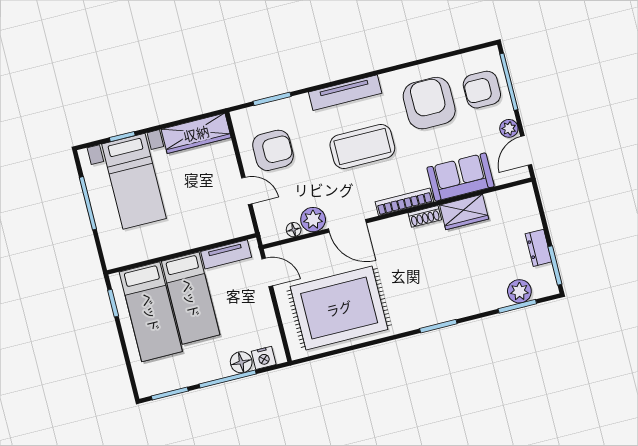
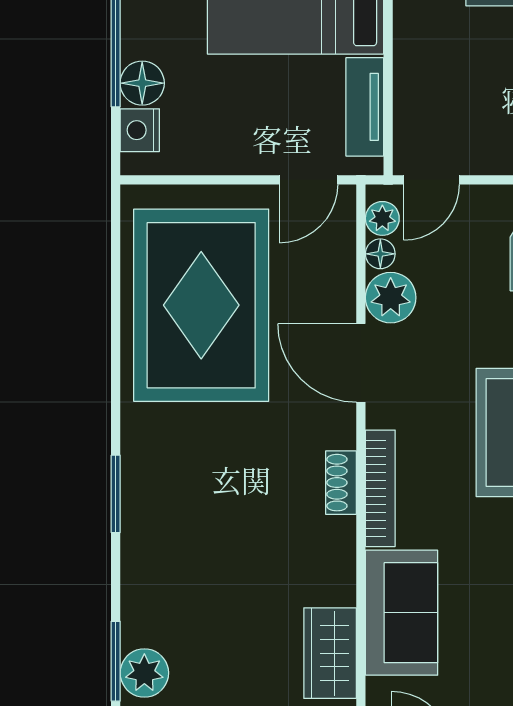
door: (247, 191) -> (431, 180), moved
wardrobe: (464, 212) -> (330, 653), moved
shoe rack: (425, 216) -> (341, 483), moved
door: (347, 226) -> (361, 363), hinge flipped
plant: (277, 233) -> (382, 218), added

